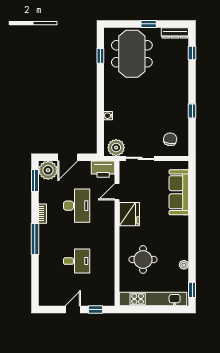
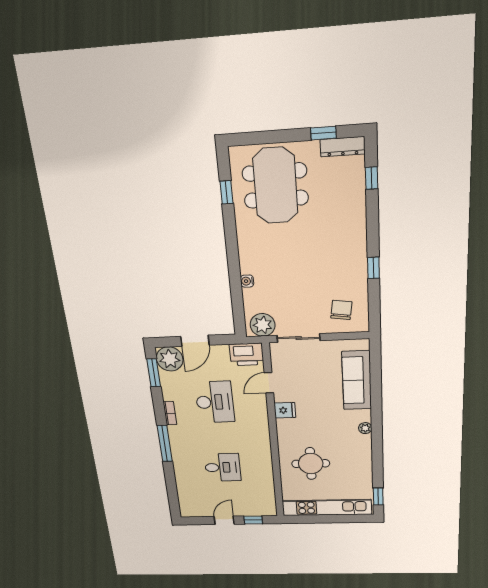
window: (149, 24) -> (323, 133), moved
fridge: (129, 214) -> (285, 410), width x0.53, depth x0.75
plant: (184, 265) -> (365, 428), moved

